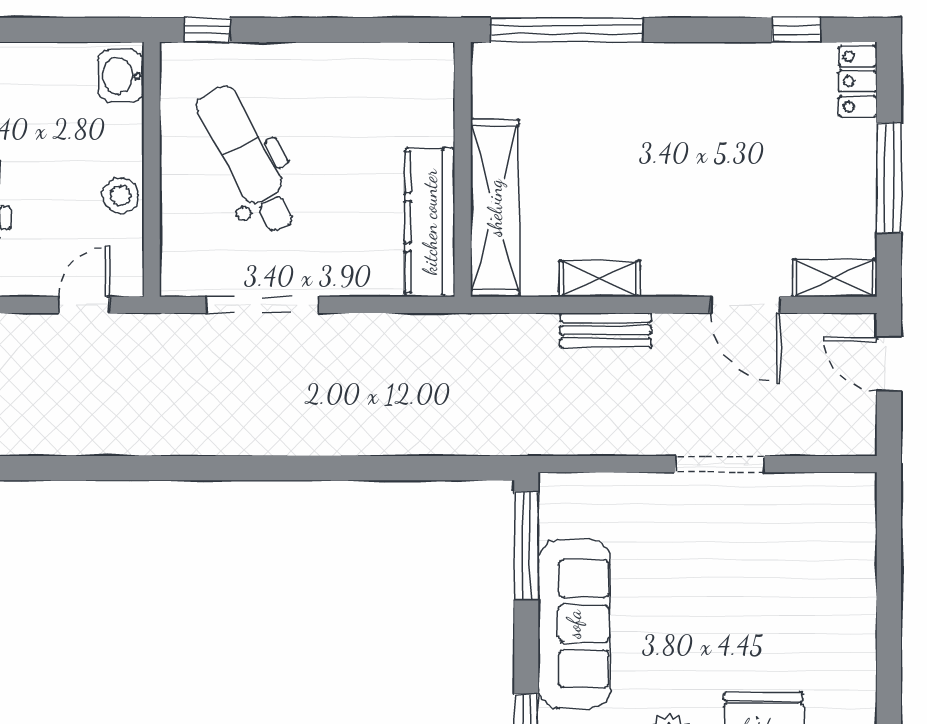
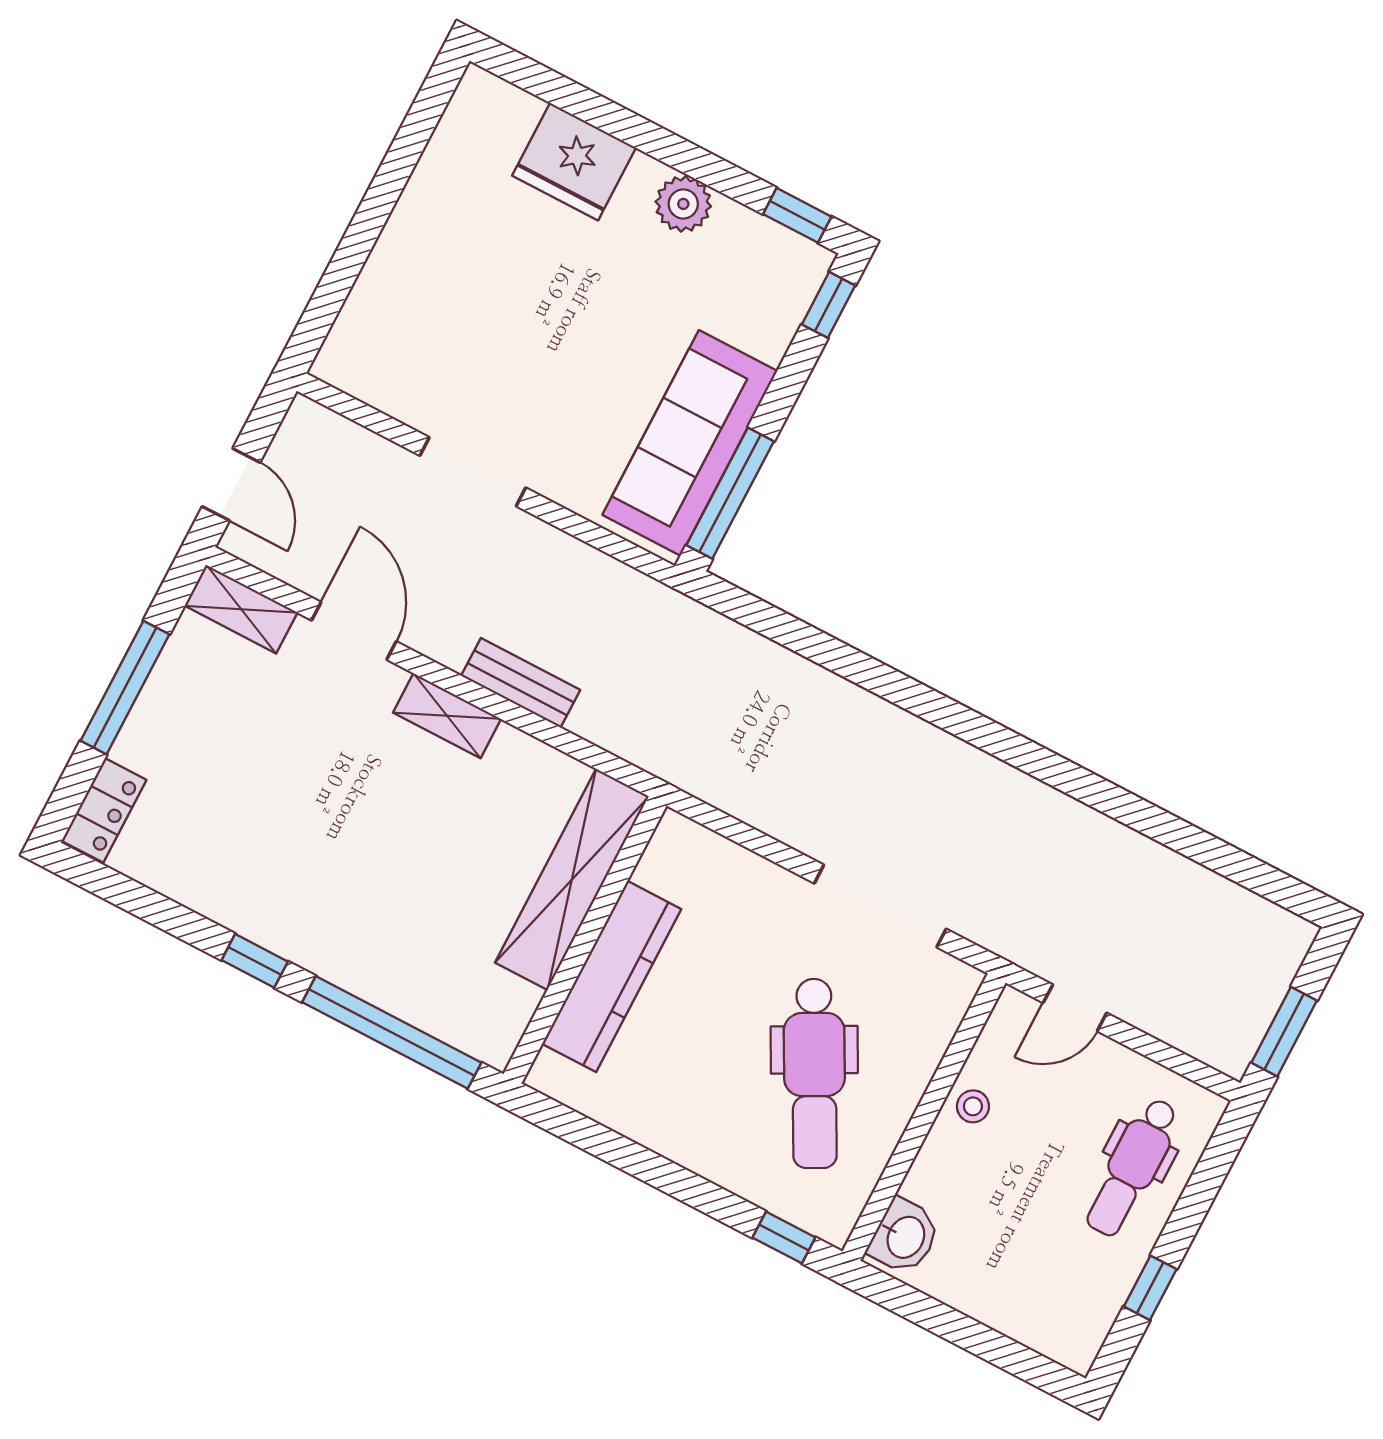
window: (796, 30) -> (255, 961), moved
stool: (121, 195) -> (973, 1106), width x0.73, depth x0.73
kitchen counter: (430, 222) -> (612, 976), moved
shelving: (600, 279) -> (447, 716), moved
sofa: (574, 624) -> (690, 443), moved

